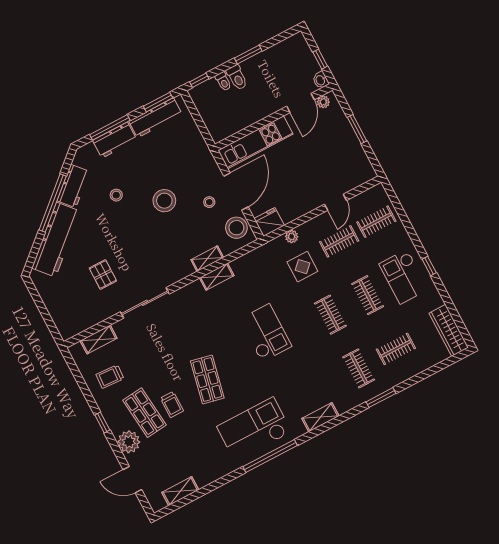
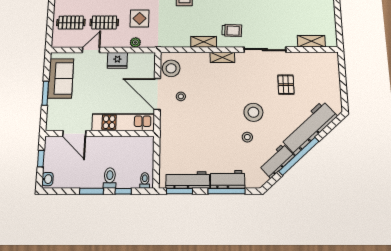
window: (199, 80) -> (123, 191), moved
washbasin: (321, 80) -> (47, 179), moved
toilet: (223, 81) -> (145, 180), moved
plant: (323, 102) -> (57, 126), removed
door: (300, 103) -> (74, 134), swing flipped
sofa: (350, 154) -> (61, 78), added
door: (236, 191) -> (157, 94), hinge flipped
stool: (164, 201) -> (253, 112), moved
fridge: (269, 222) -> (117, 60), moved
shelving: (207, 259) -> (222, 57), moved
trolley: (110, 377) -> (232, 30), moved

